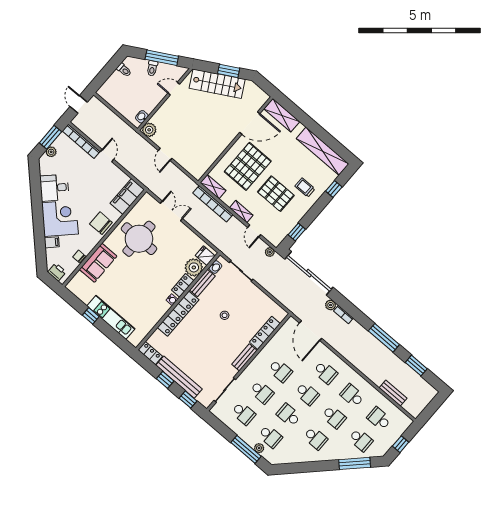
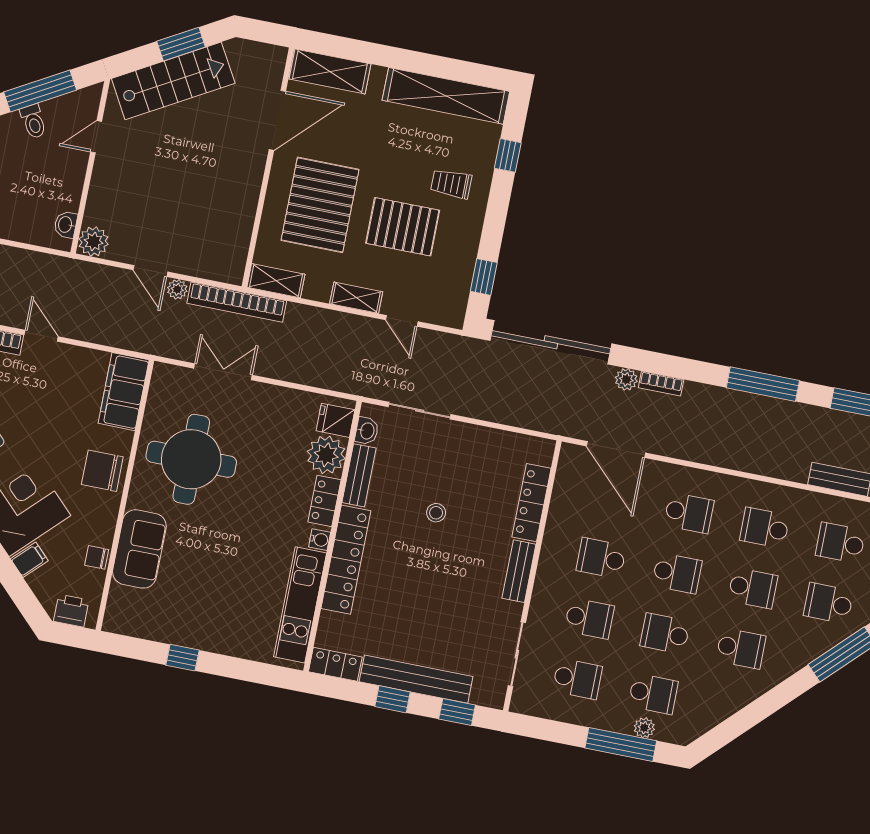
bookcase: (213, 204) -> (237, 302), moved
plant: (270, 252) -> (177, 289), moved
kitchen unit: (111, 317) -> (300, 605), moved, turned -90
school desk: (280, 371) -> (601, 558), turned 180
school desk: (361, 440) -> (828, 603), turned 180

